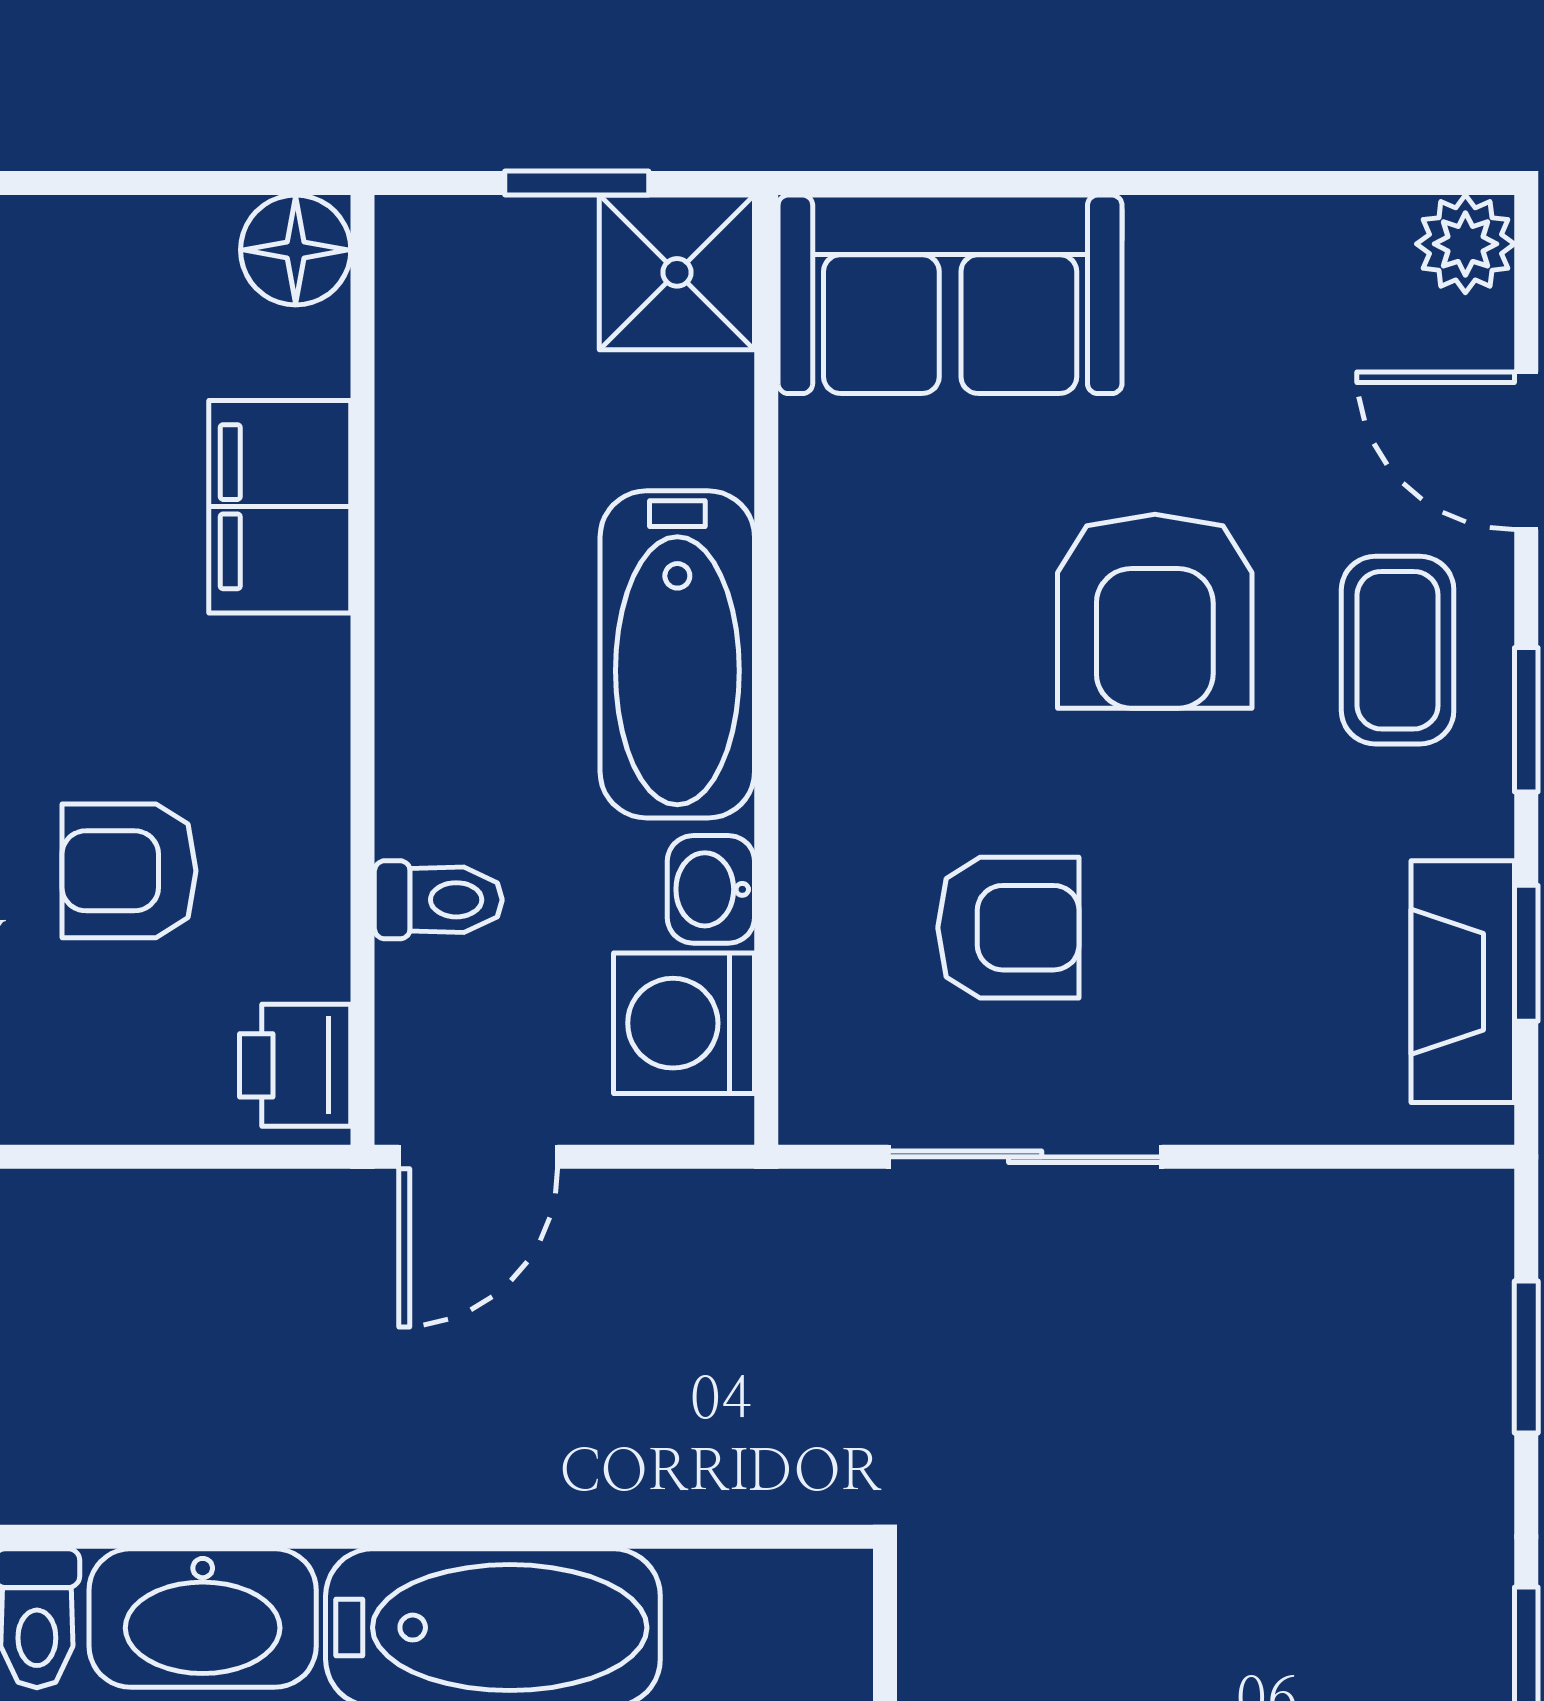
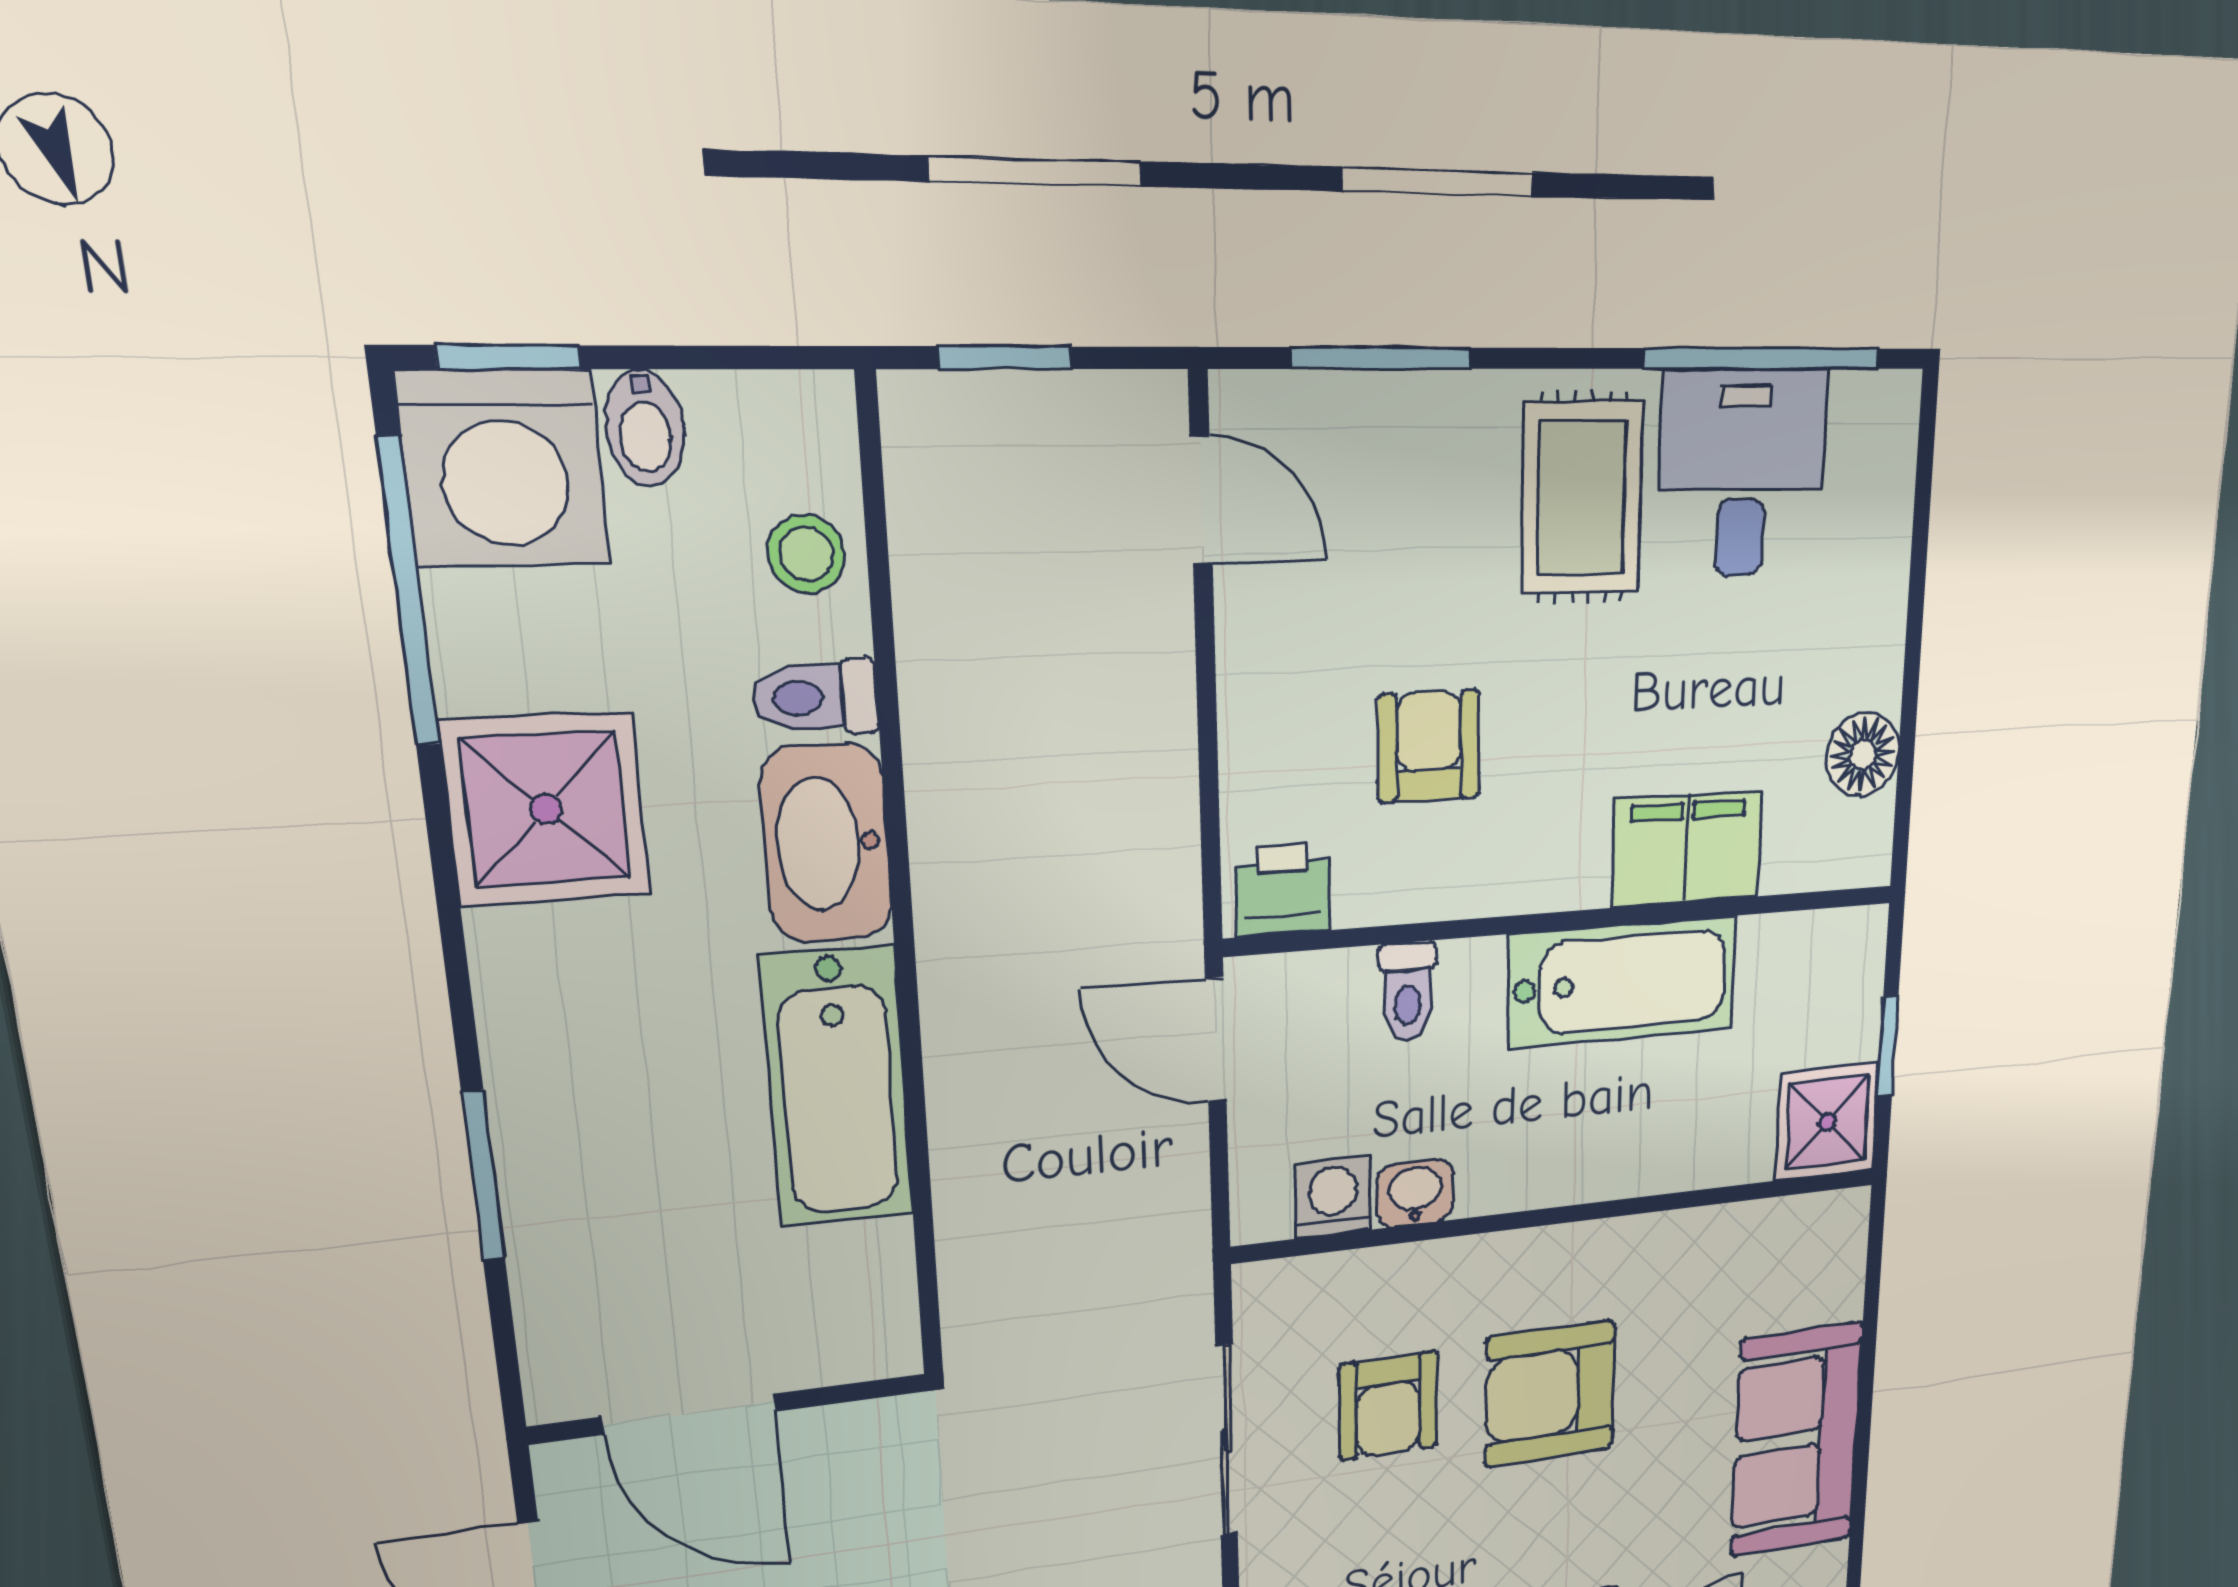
floor lamp: (296, 250) -> (1863, 754), moved
sofa: (950, 294) -> (1797, 1440), moved
armchair: (1155, 611) -> (1550, 1394), moved
bathtub: (677, 654) -> (1622, 982), moved, turned 180
washing machine: (684, 1023) -> (1333, 1197), width x0.73, depth x0.73

